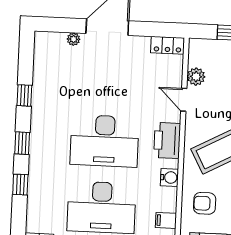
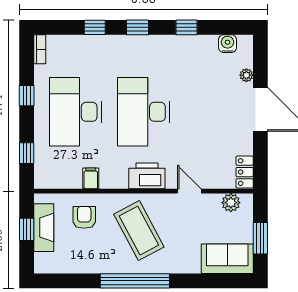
plant: (196, 77) -> (231, 203), moved
door: (184, 100) -> (189, 191), hinge flipped
water cooler: (169, 177) -> (228, 44), moved, turned 180
filing cabinet: (166, 220) -> (91, 178), moved

